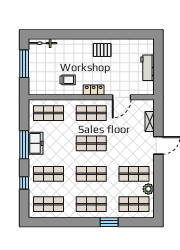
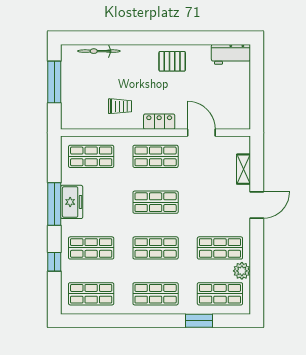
bicycle: (43, 43) -> (99, 51), moved
workbench: (147, 68) -> (231, 54), moved, turned -90
door: (122, 97) -> (201, 133), swing flipped
window: (109, 222) -> (199, 321), moved

